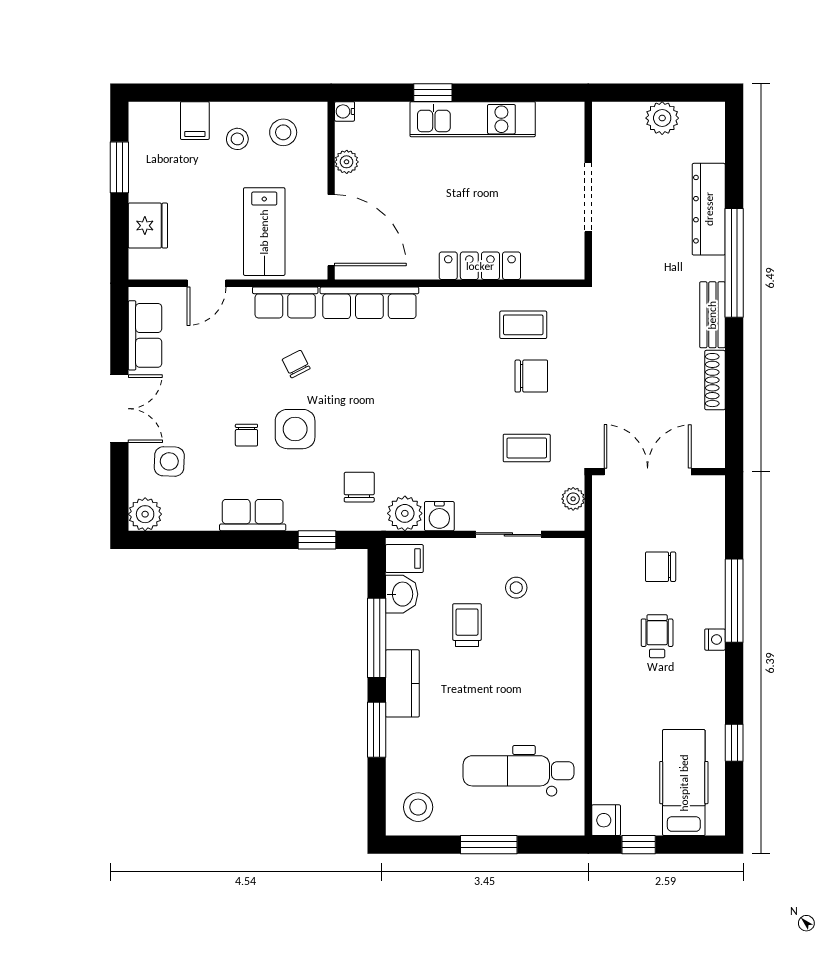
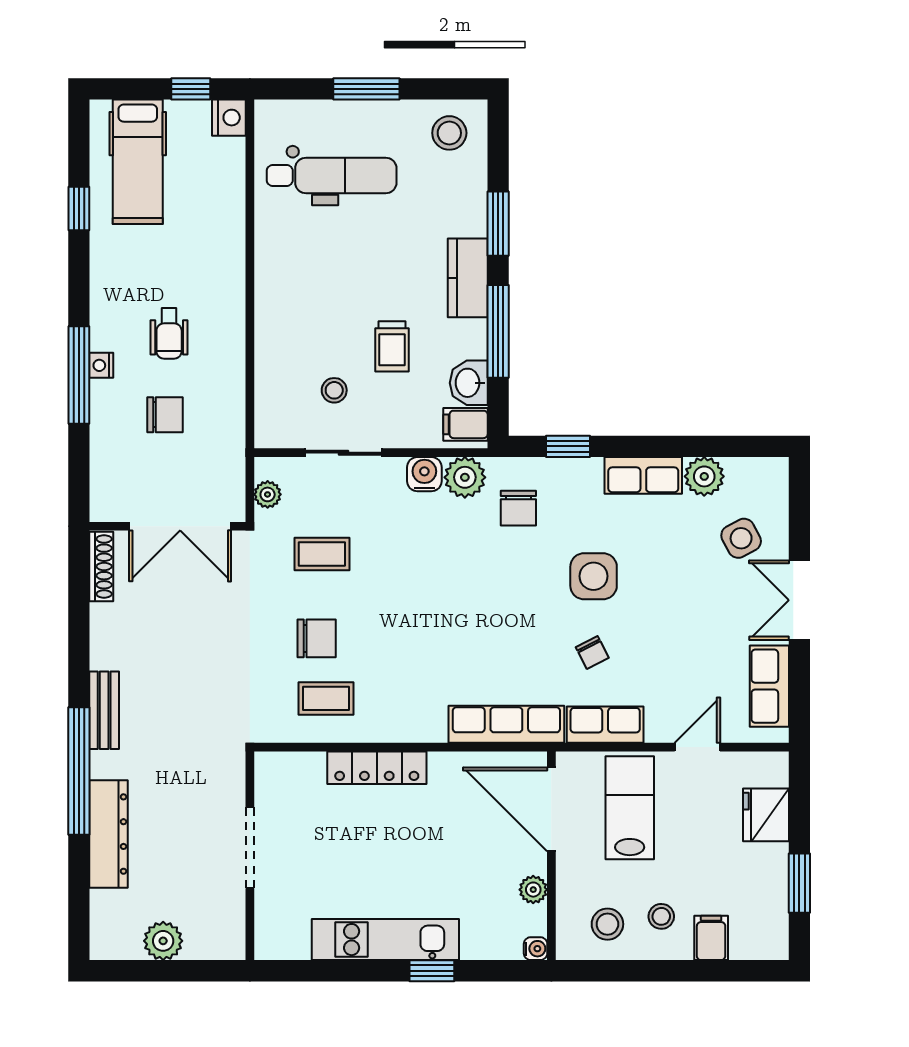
chair: (531, 376) -> (317, 638), turned 180
shoe rack: (715, 380) -> (101, 566), moved
chair: (246, 435) -> (651, 569), removed
side table: (169, 461) -> (741, 538), turned -30
plant: (145, 514) -> (704, 476), moved
nightstand: (715, 640) -> (101, 365), moved

